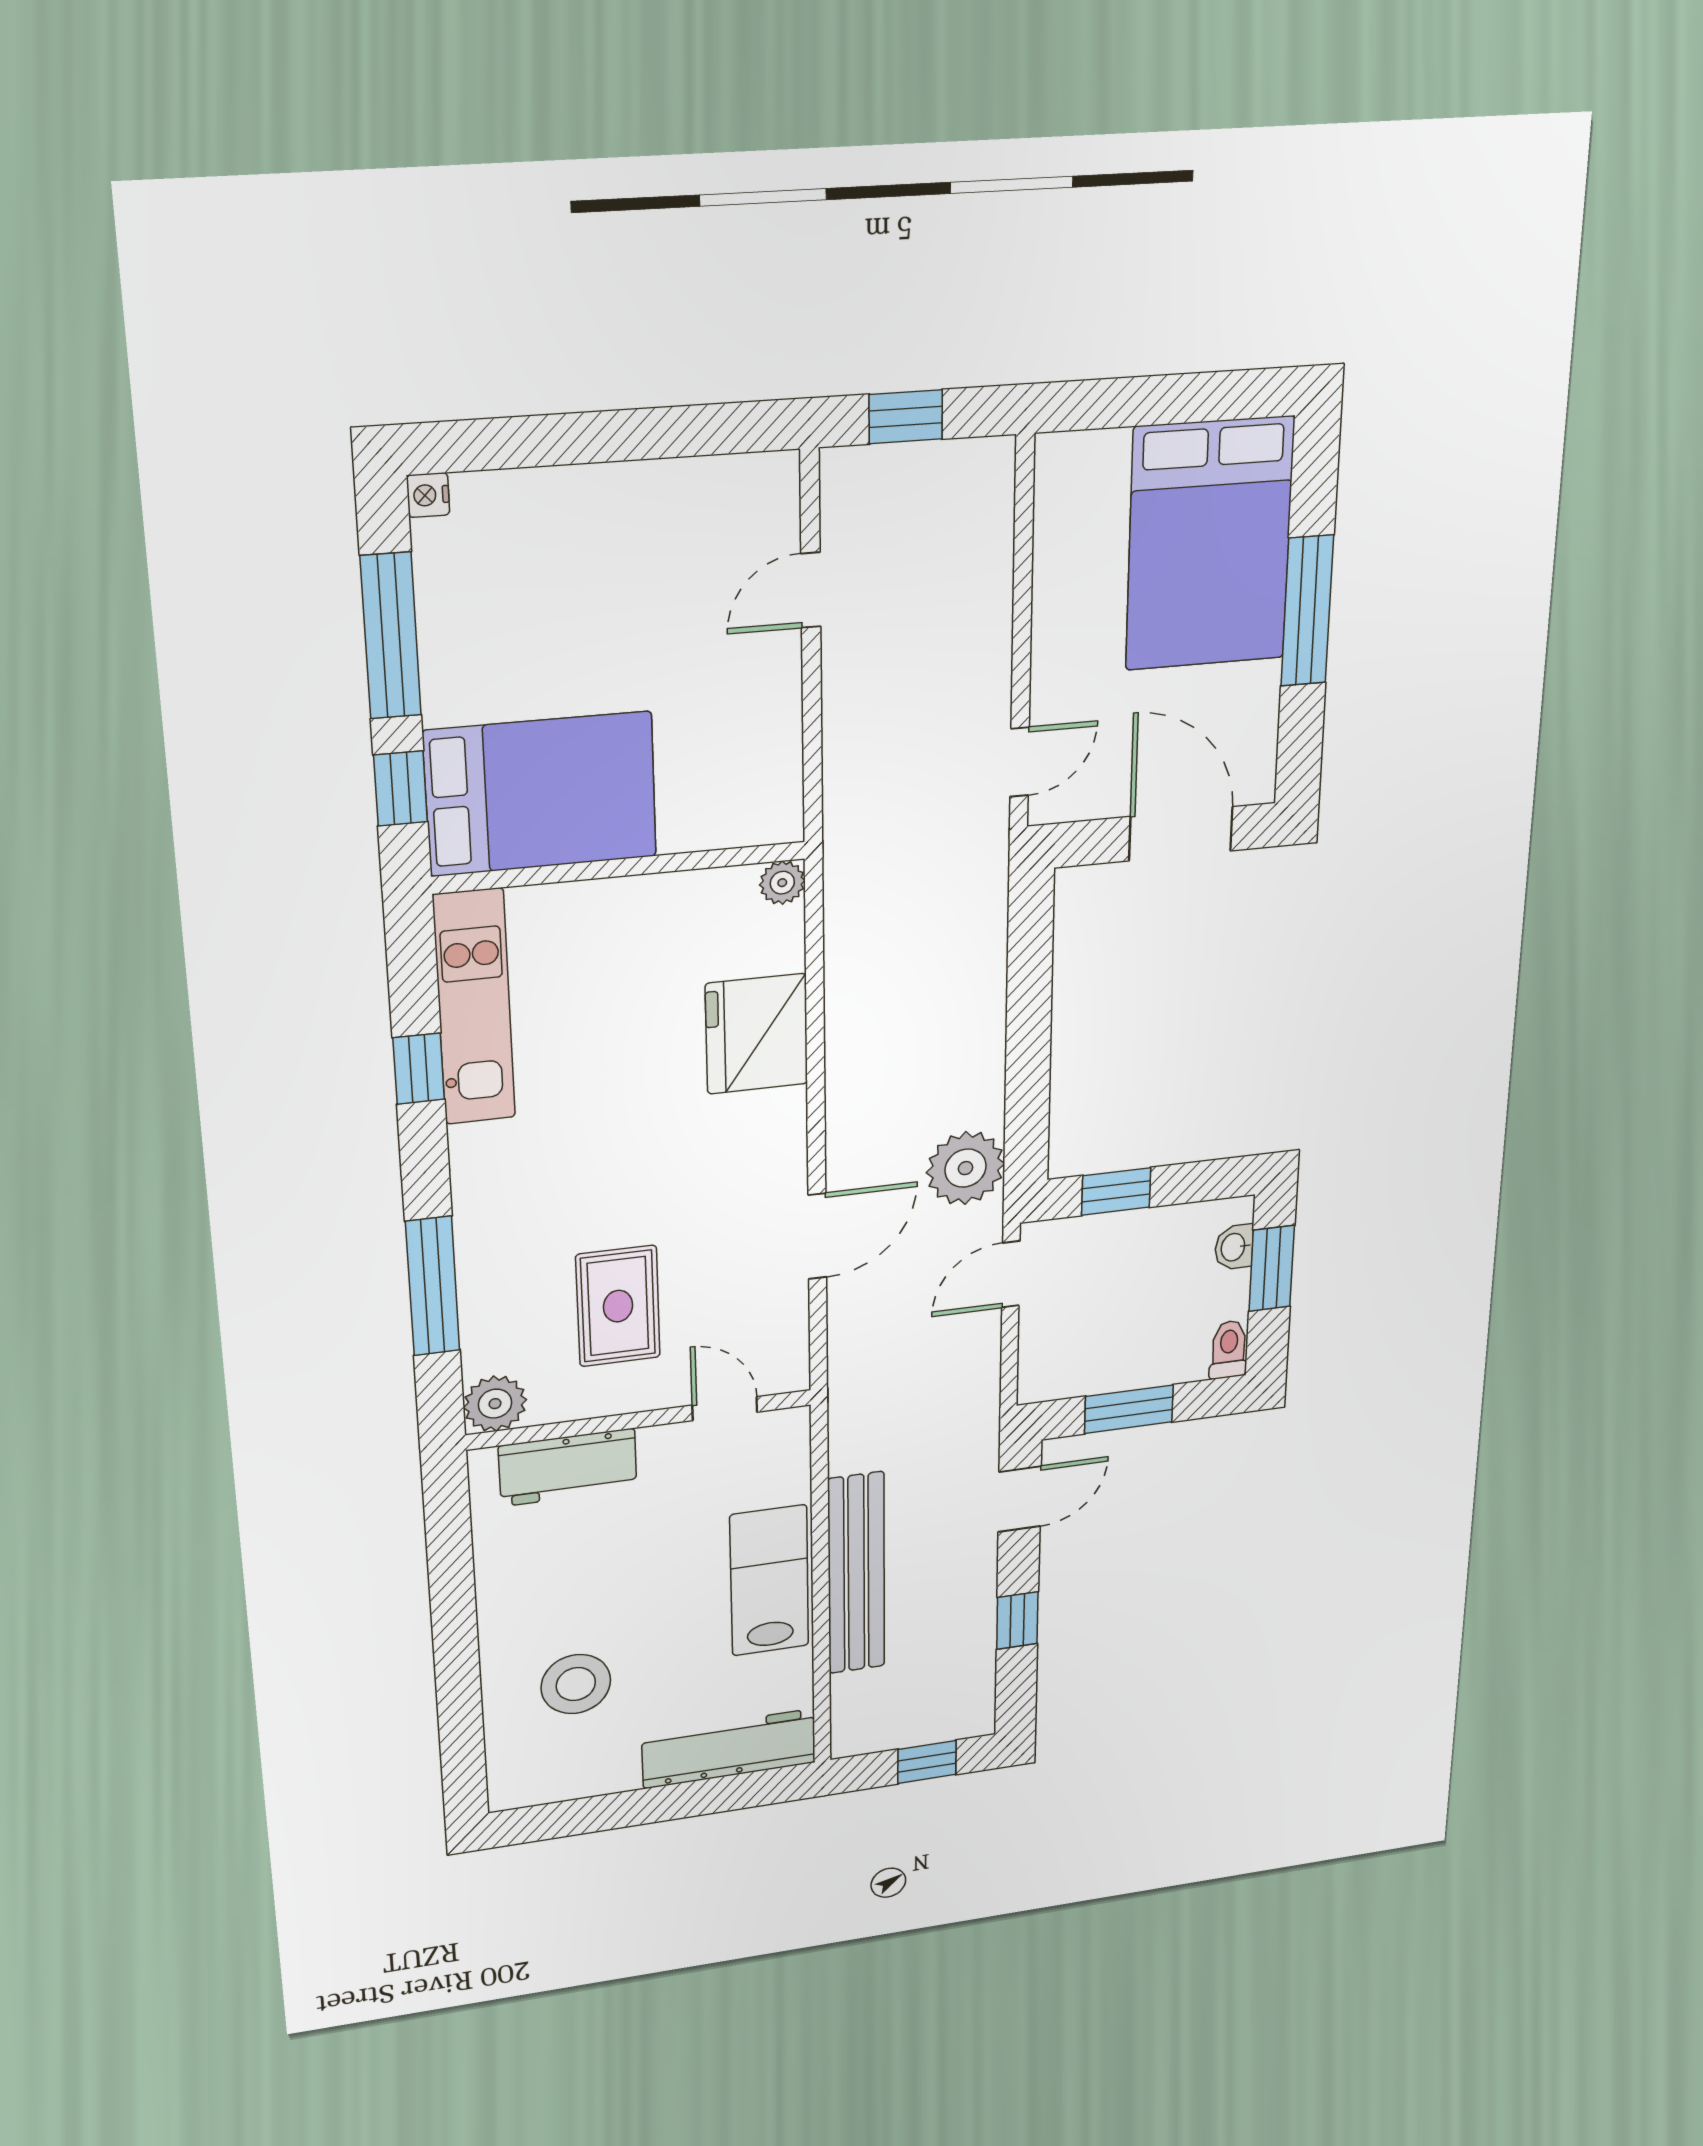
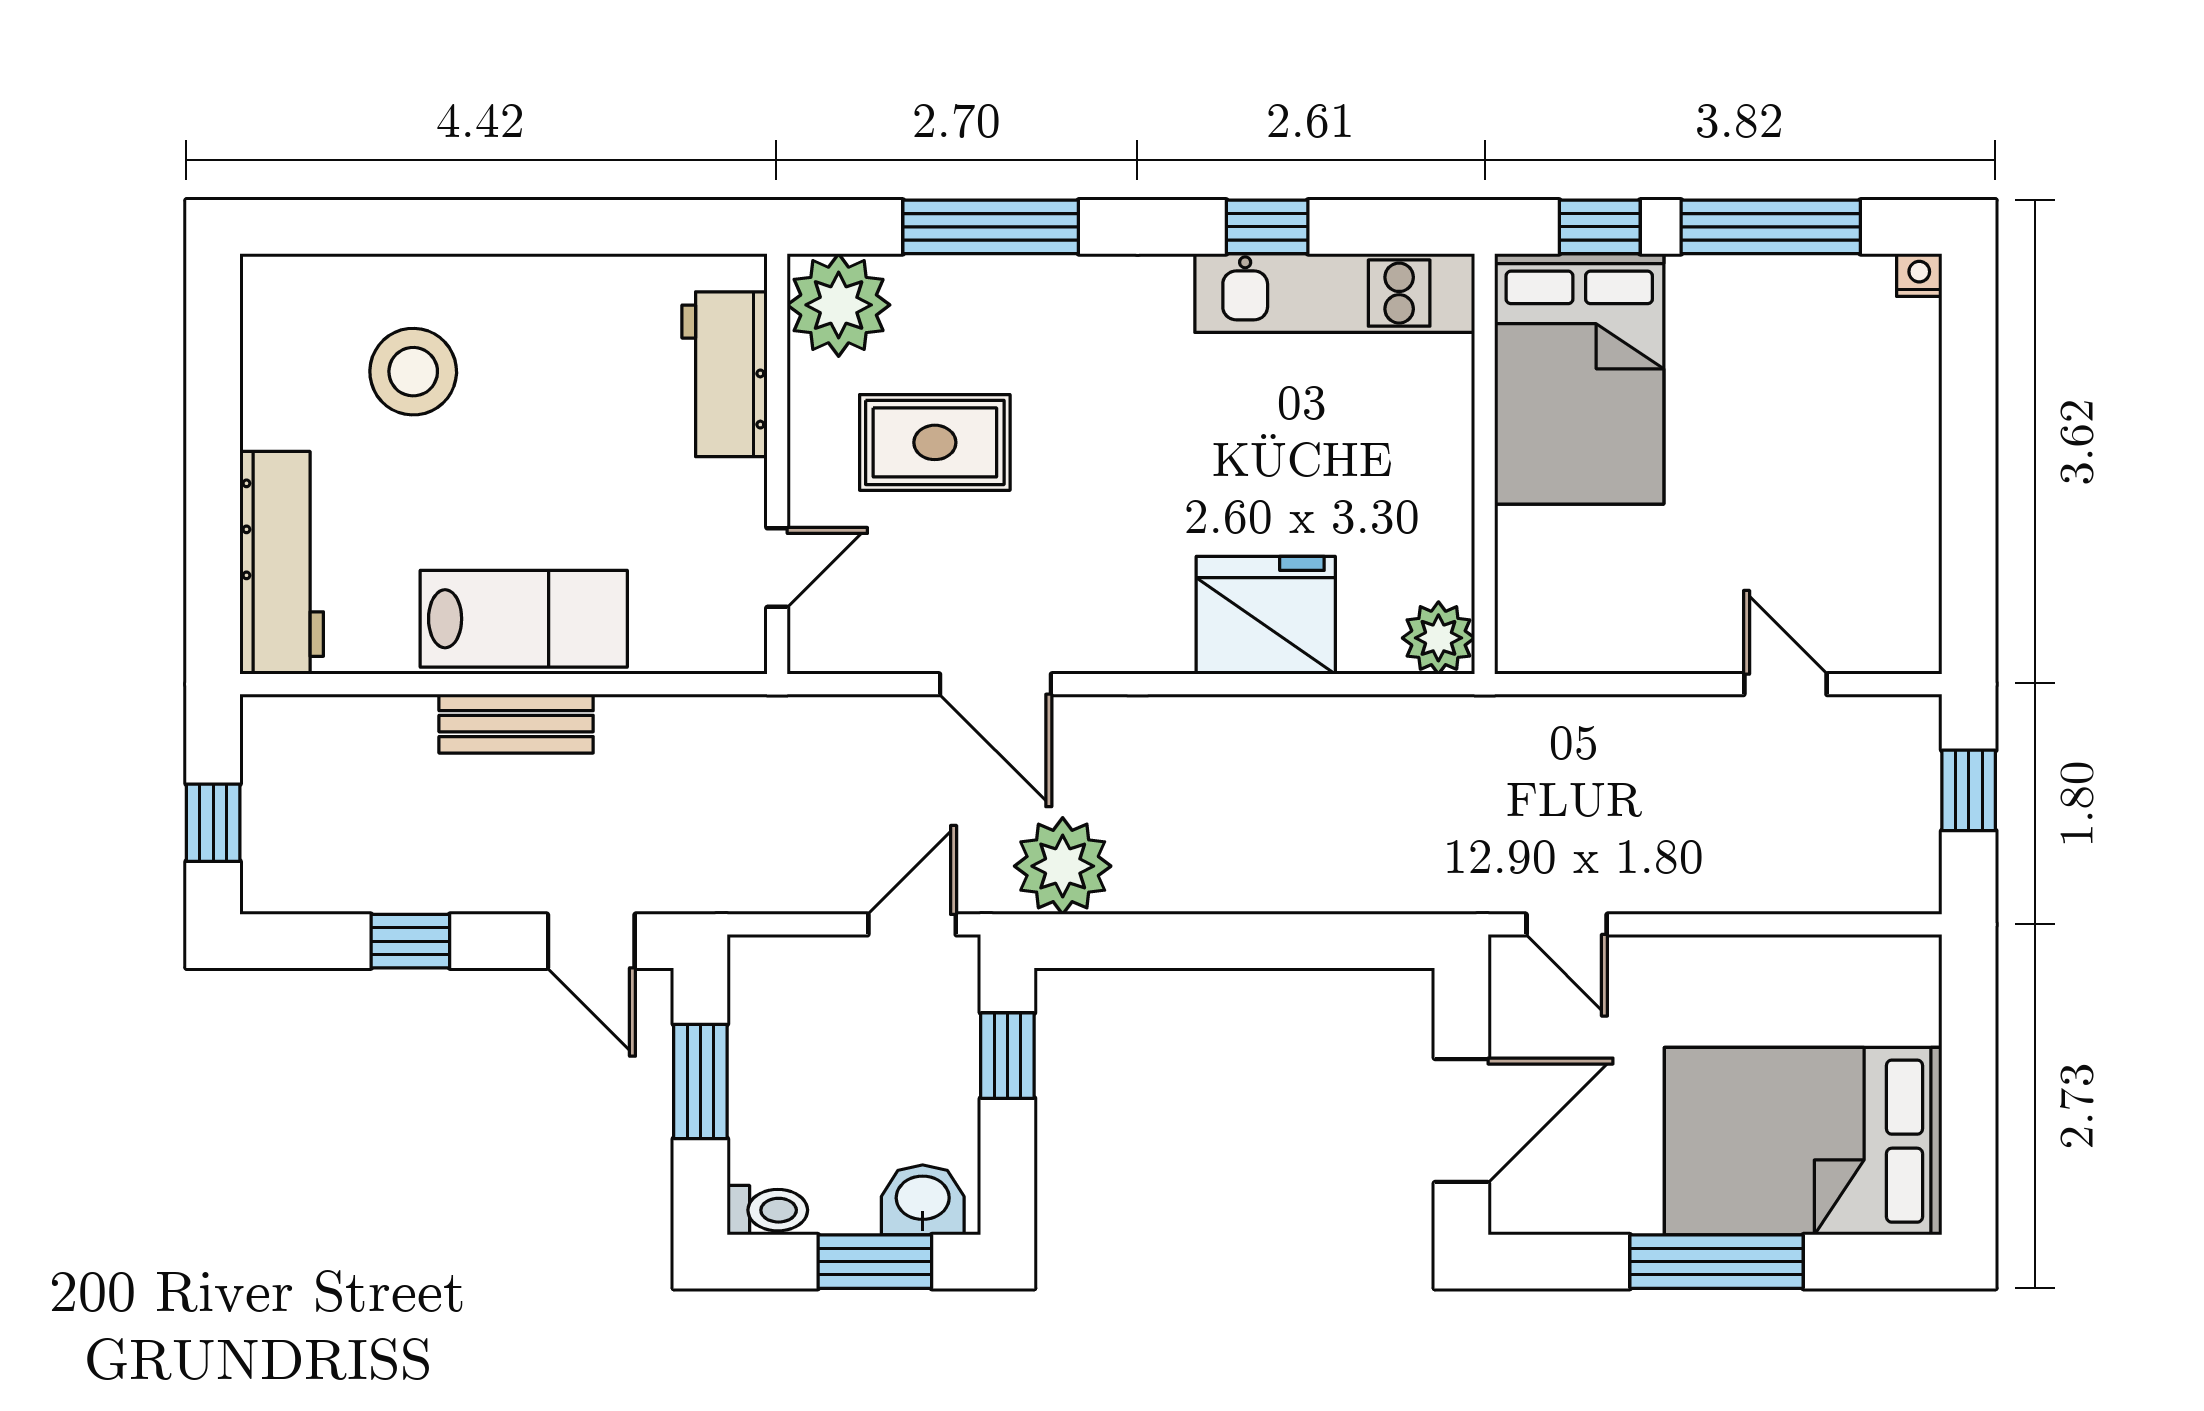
plant: (782, 883) -> (1438, 638), width x1.38, depth x1.38
washbasin: (1234, 1247) -> (923, 1200), width x1.38, depth x1.45
door: (1011, 1274) -> (912, 924), hinge flipped
plant: (495, 1404) -> (839, 305), width x1.36, depth x1.36
bench: (856, 1573) -> (516, 724), width x0.54, depth x0.82

